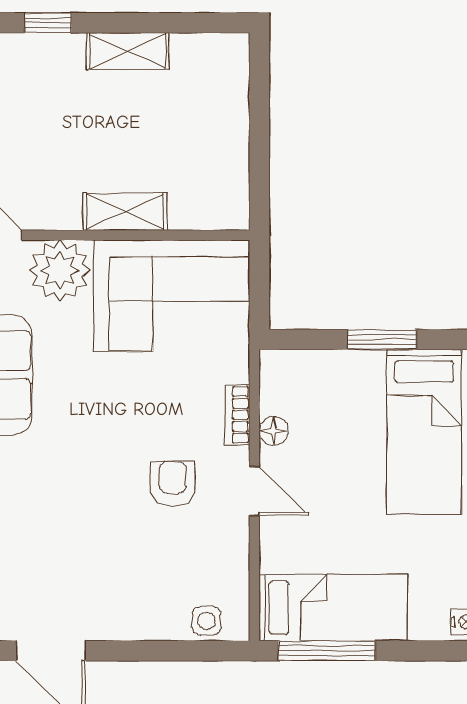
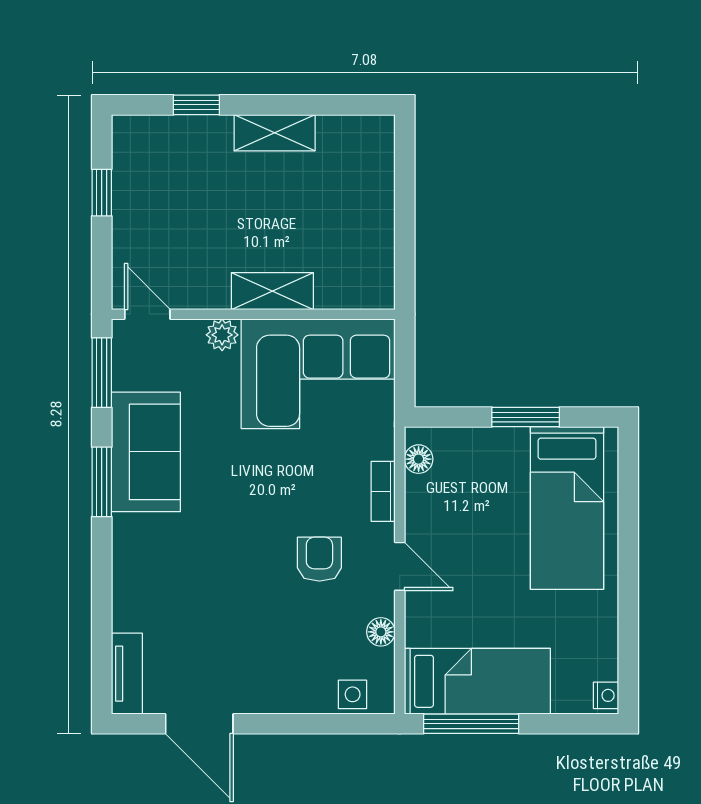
plant: (60, 270) -> (222, 335), width x0.53, depth x0.53
floor lamp: (274, 431) -> (419, 459), moved
floor lamp: (235, 557) -> (381, 632), added

